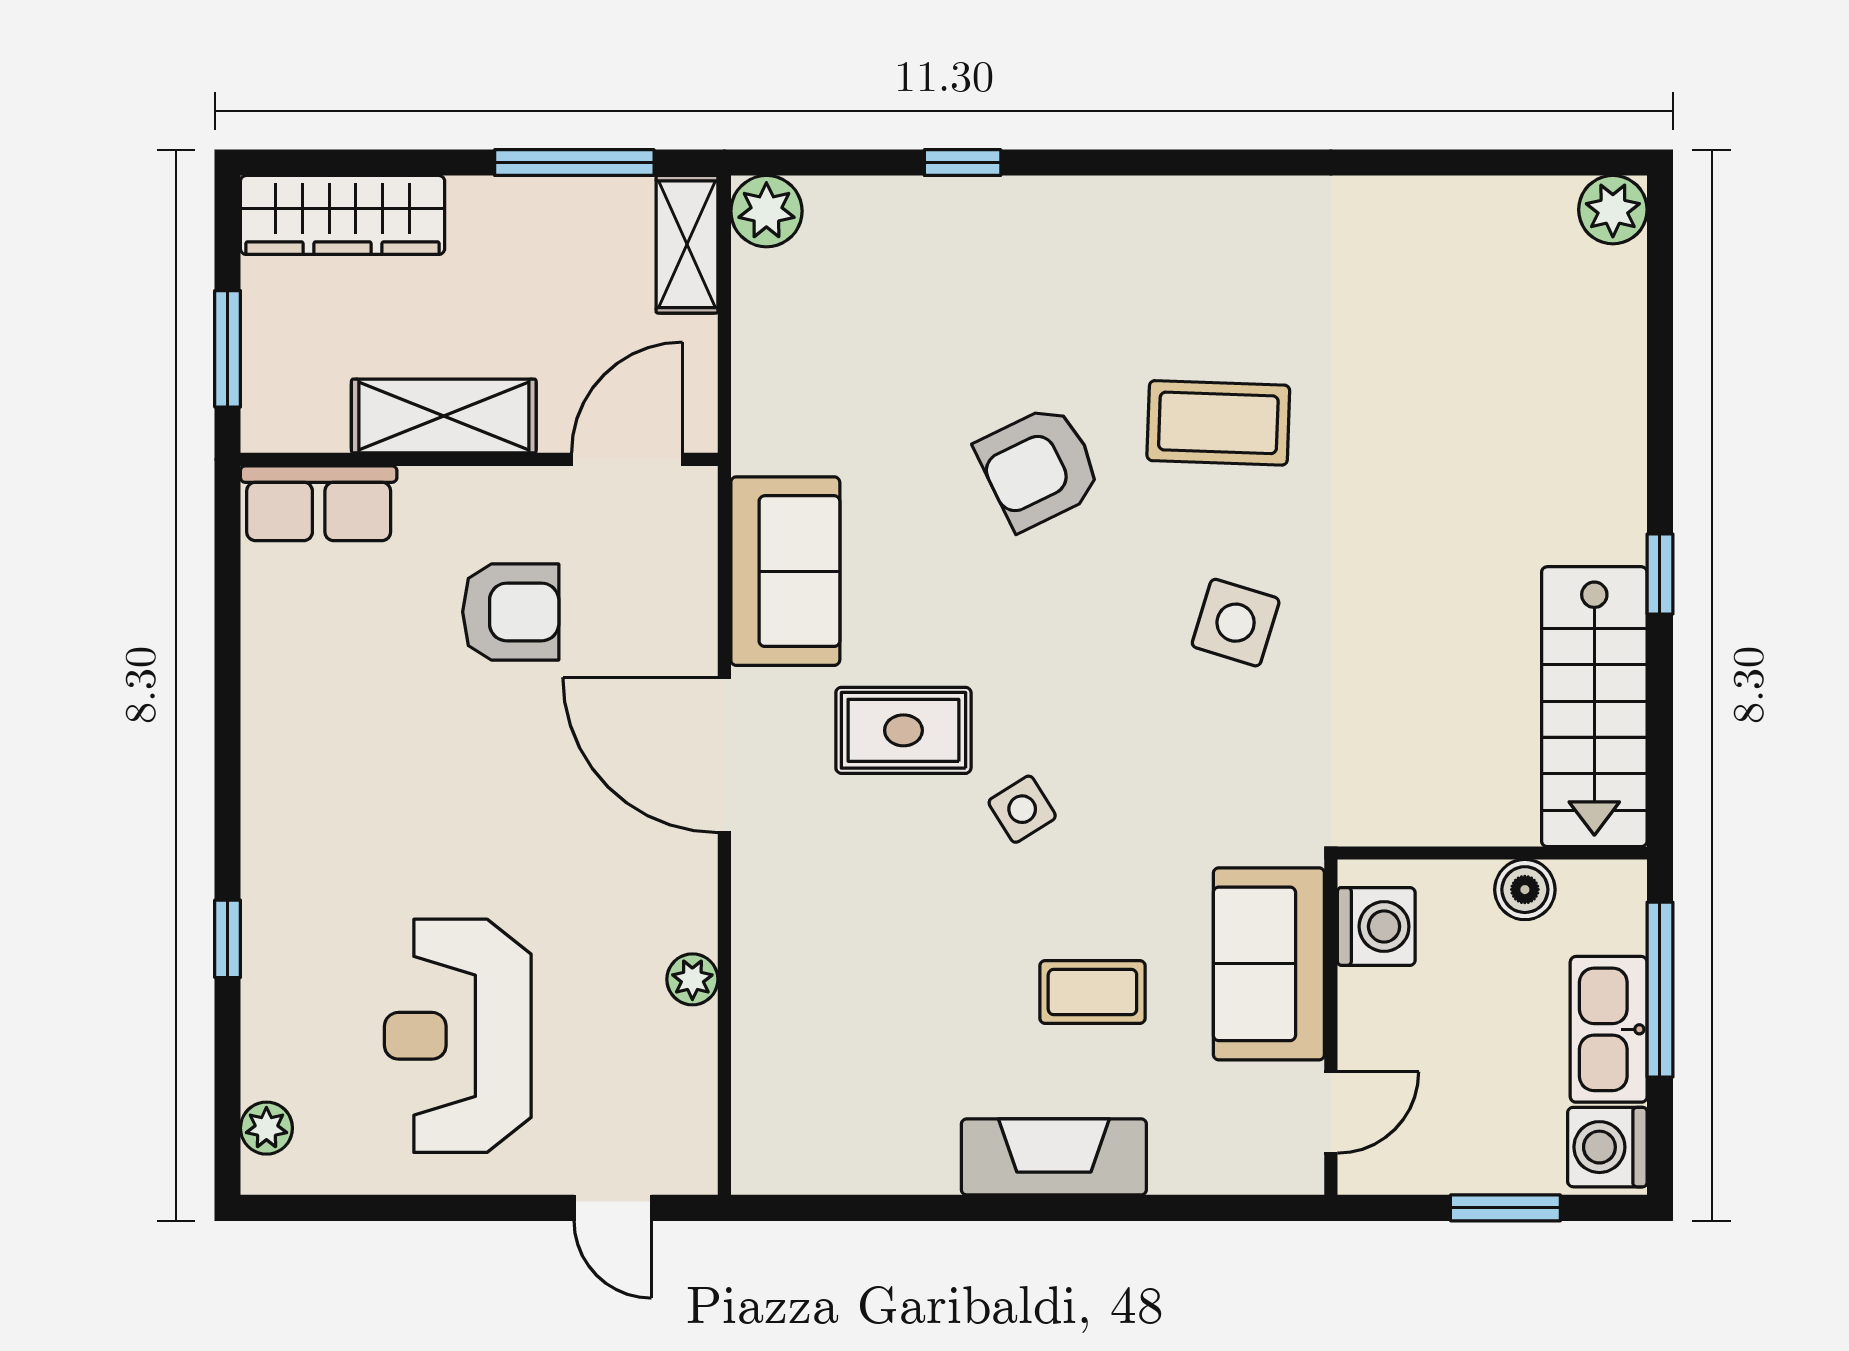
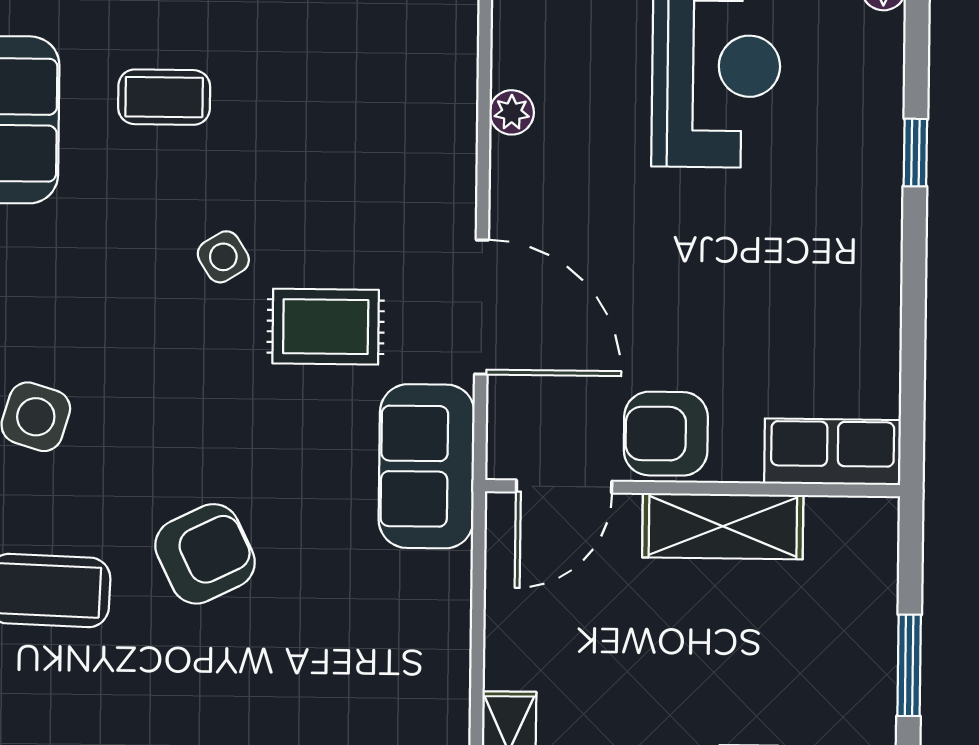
shelving: (444, 416) -> (723, 526), moved
wall: (479, 459) -> (693, 488), moved
door: (627, 459) -> (564, 487), moved
row of seats: (319, 503) -> (833, 452), moved

